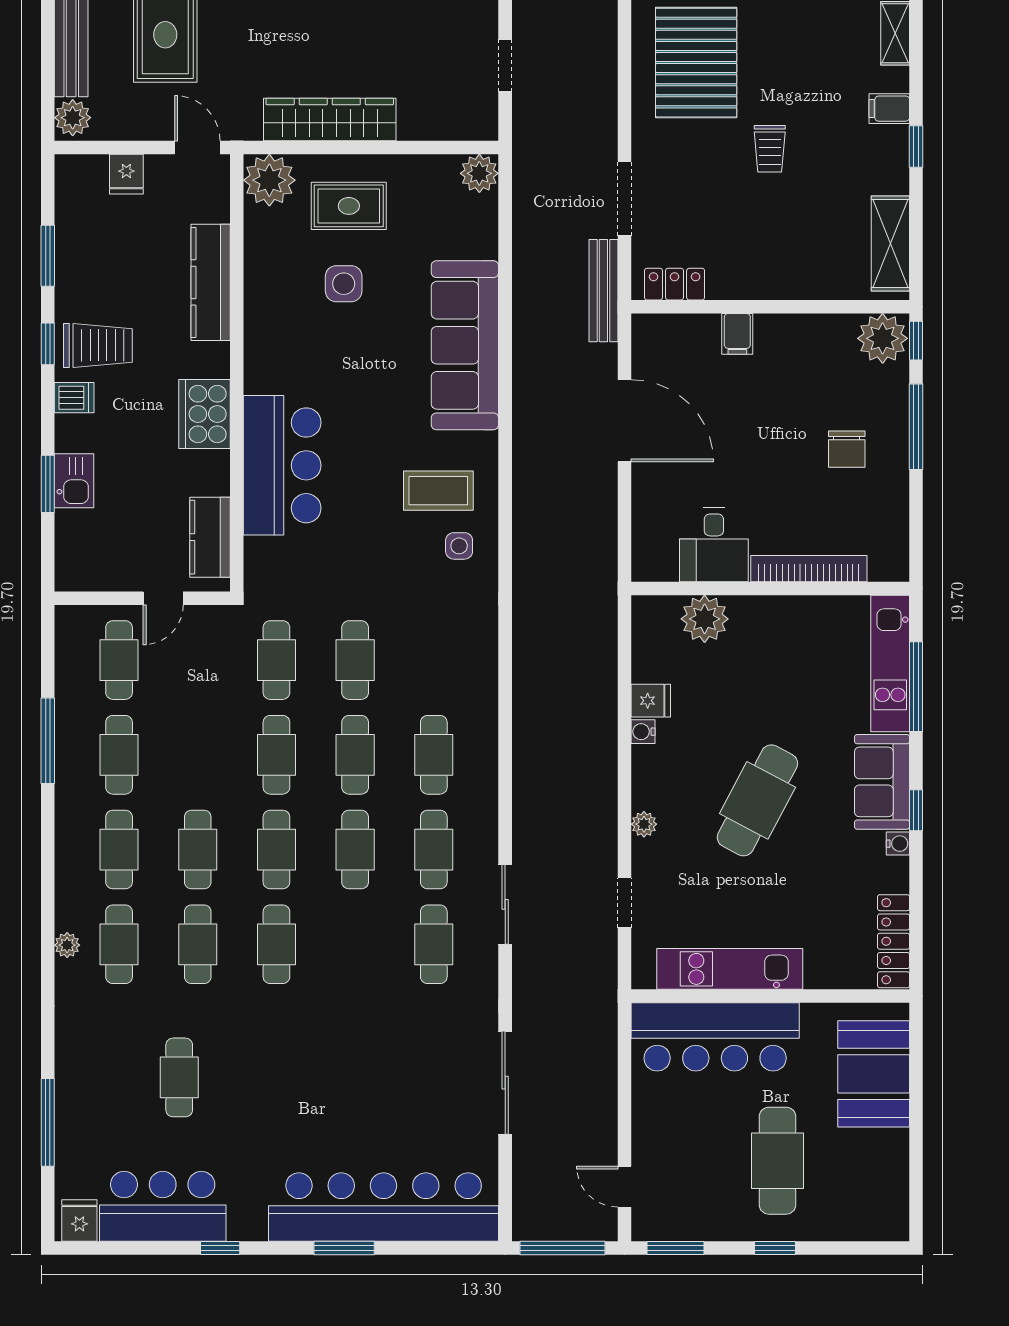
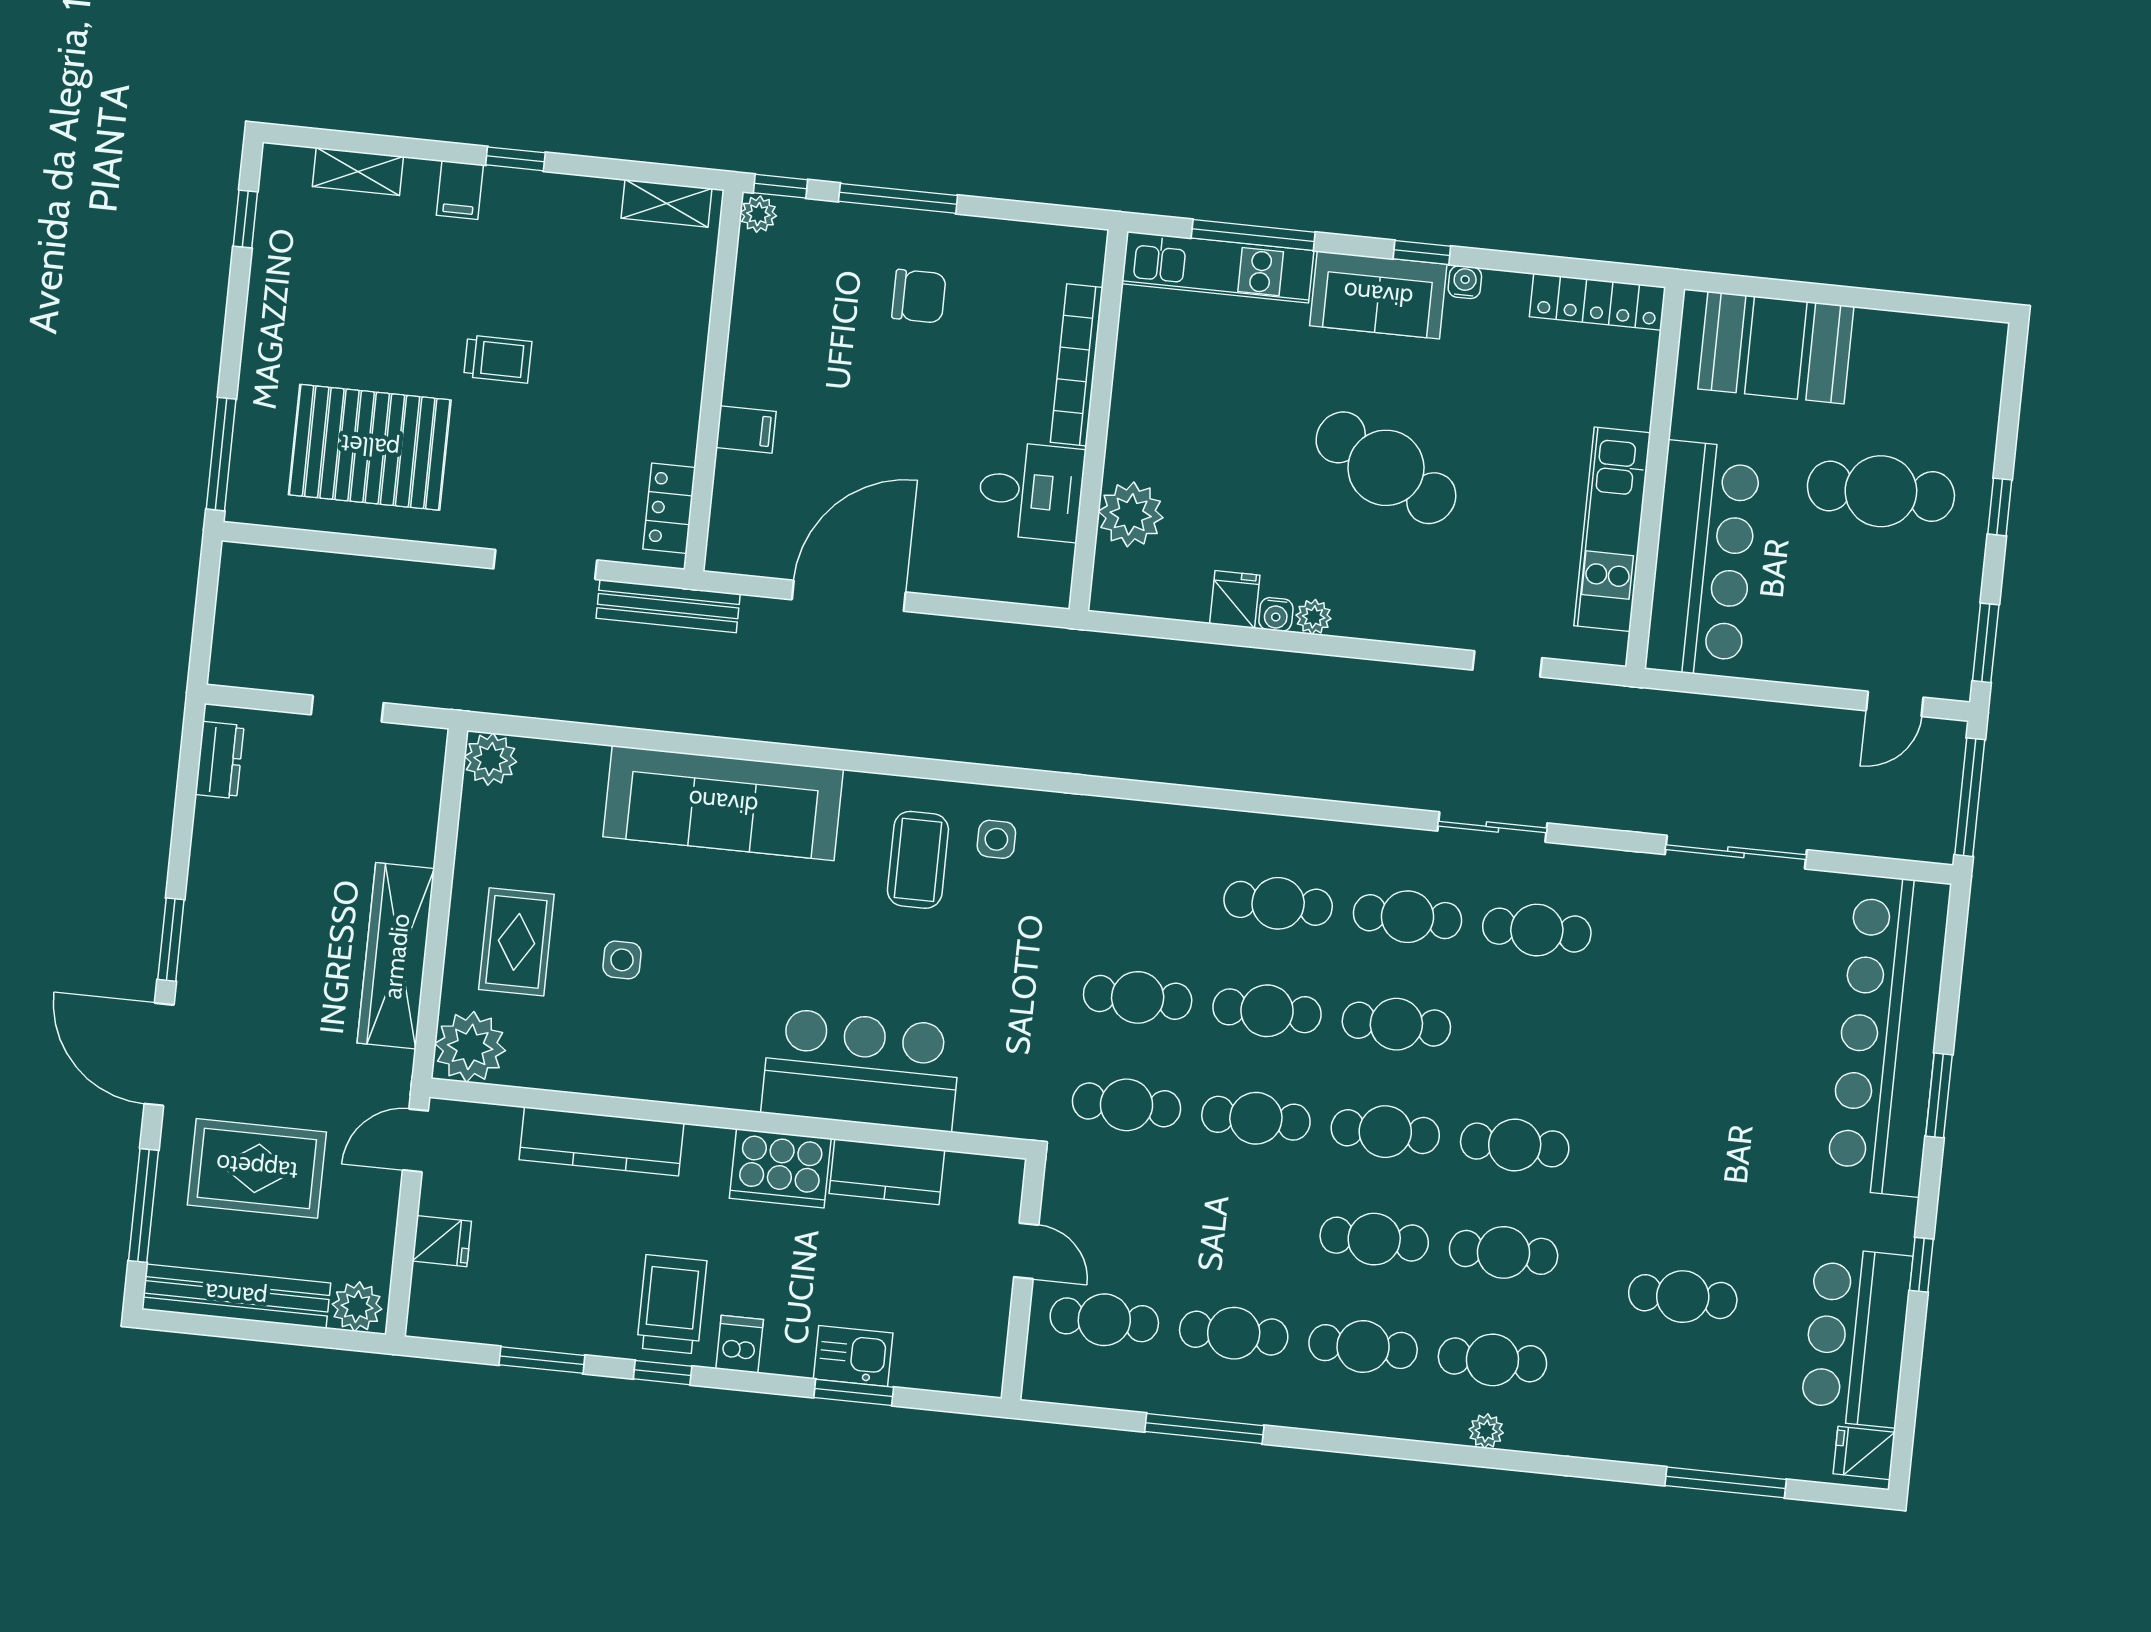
shelving: (890, 243) -> (667, 203), width x0.67, depth x0.75
side table: (344, 284) -> (622, 960), width x0.73, depth x0.73
plant: (883, 338) -> (758, 214), width x0.53, depth x0.53
kitchen counter: (210, 537) -> (887, 1172), moved
plant: (644, 824) -> (1314, 617), moved

